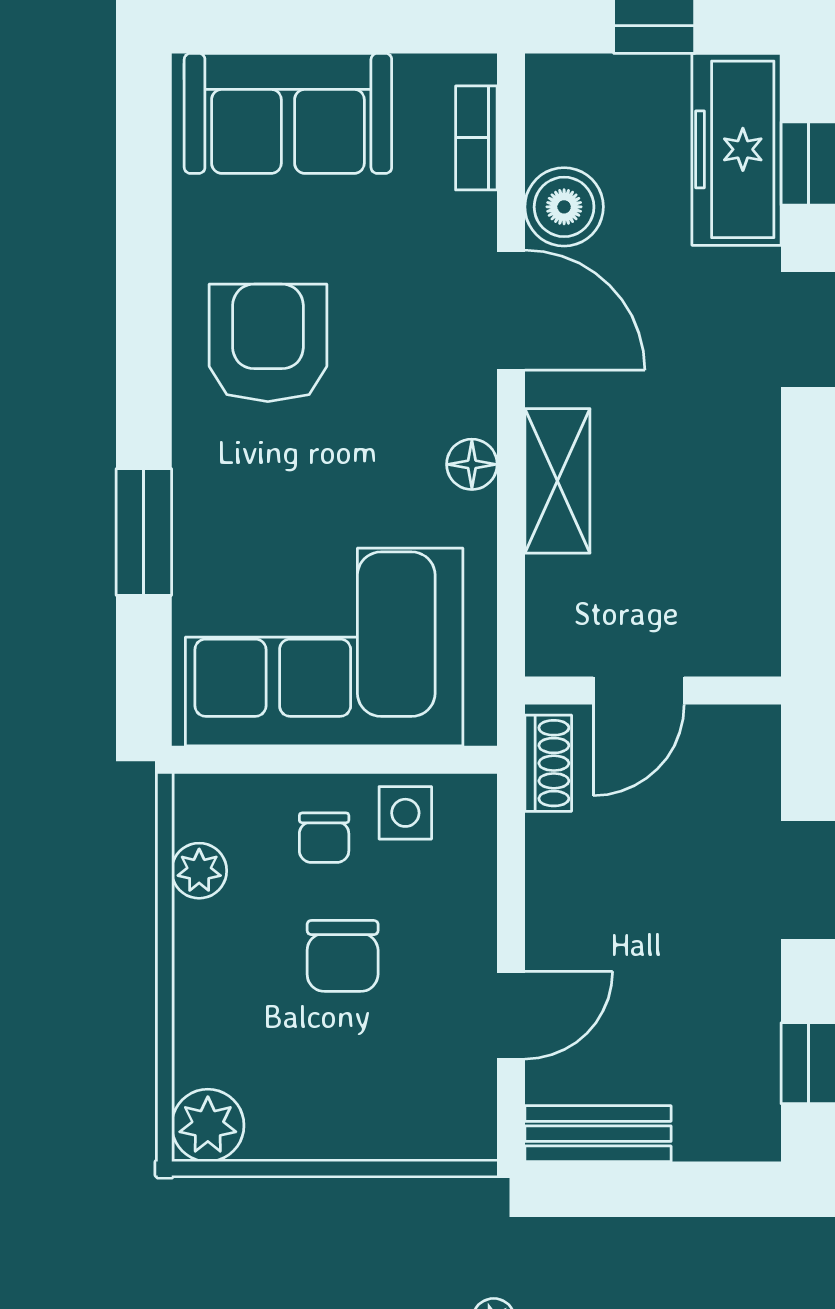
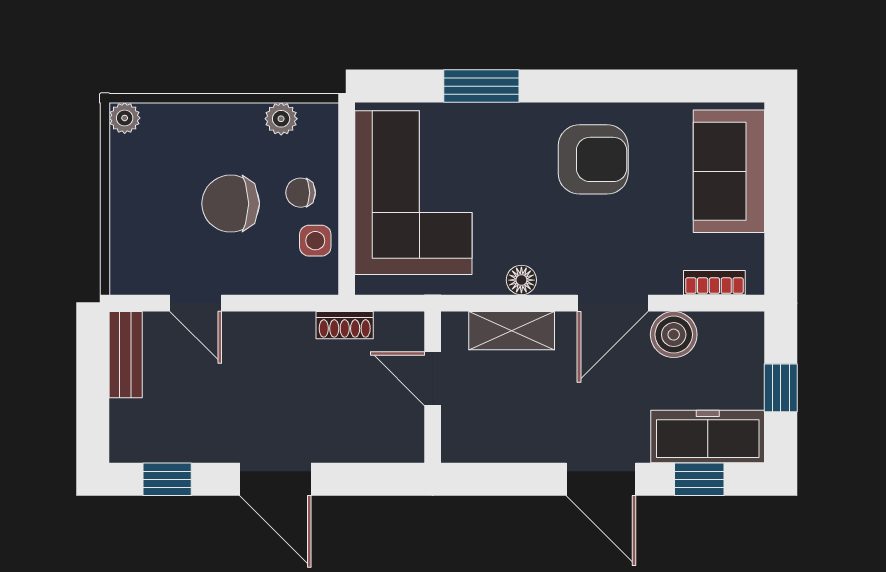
door: (639, 691) -> (433, 379), moved
wall: (653, 691) -> (433, 387), moved
chair: (343, 956) -> (231, 204), width x1.37, depth x1.37
plant: (208, 1125) -> (125, 118), width x0.73, depth x0.73

